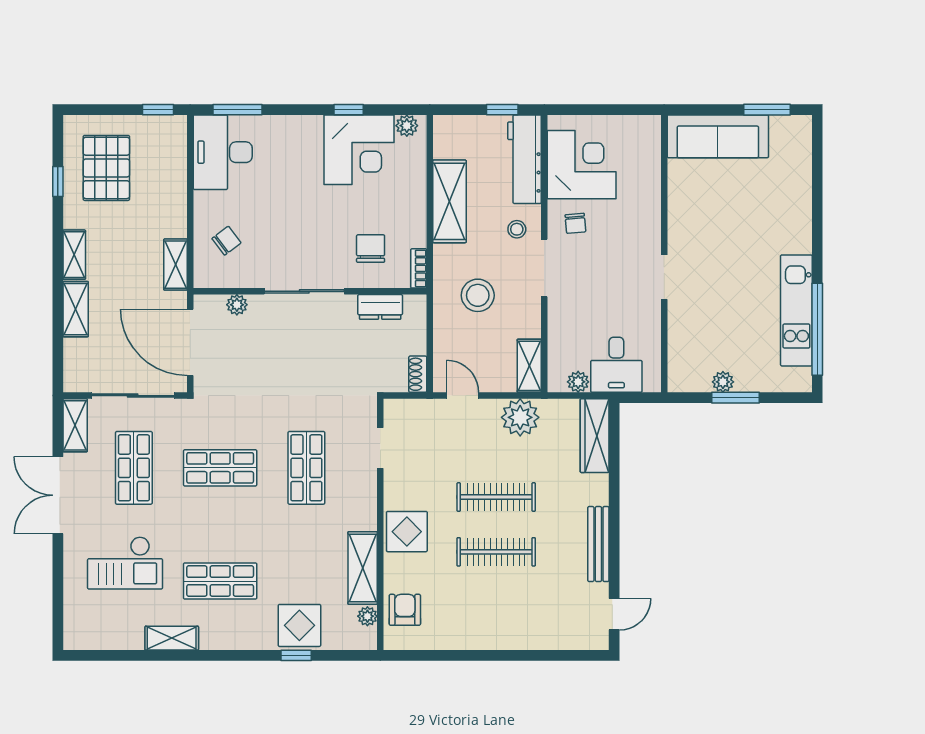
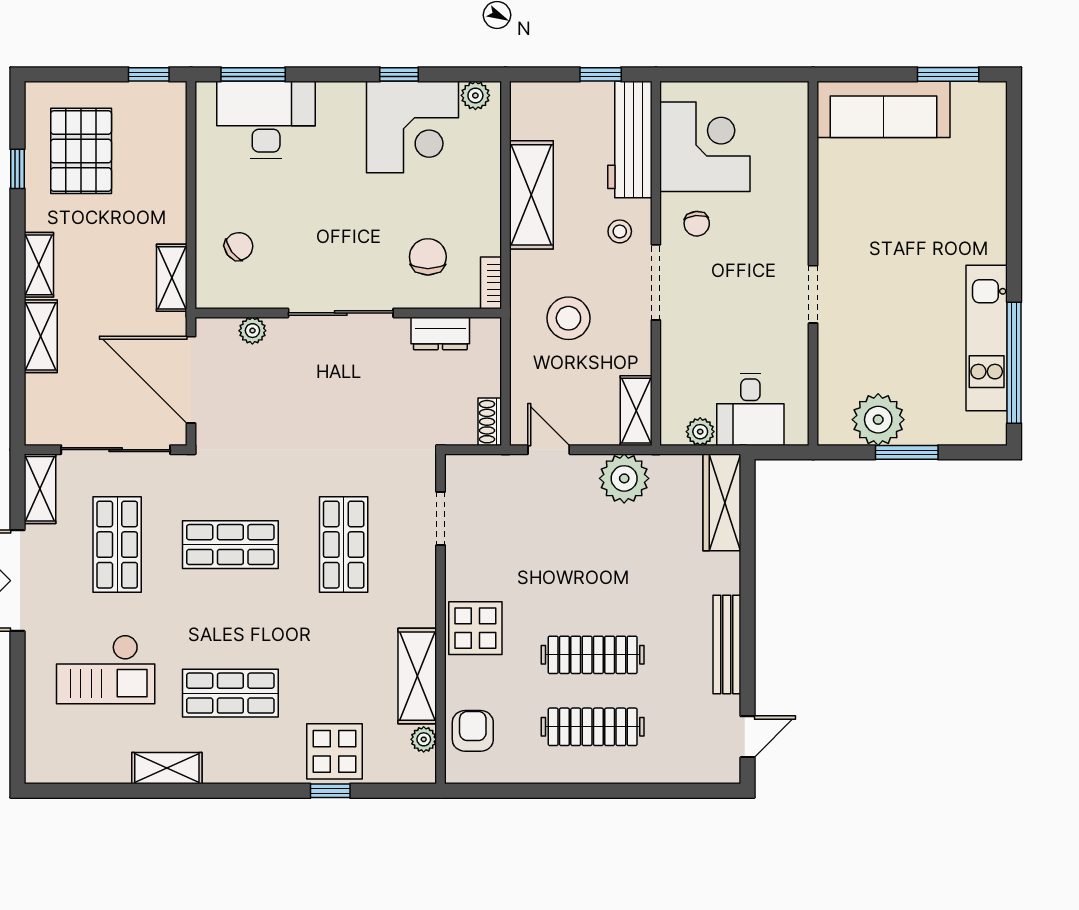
desk: (223, 152) -> (266, 120), moved, turned 90
plant: (723, 382) -> (878, 420), width x1.87, depth x1.87
clothes rail: (496, 497) -> (593, 727), moved

